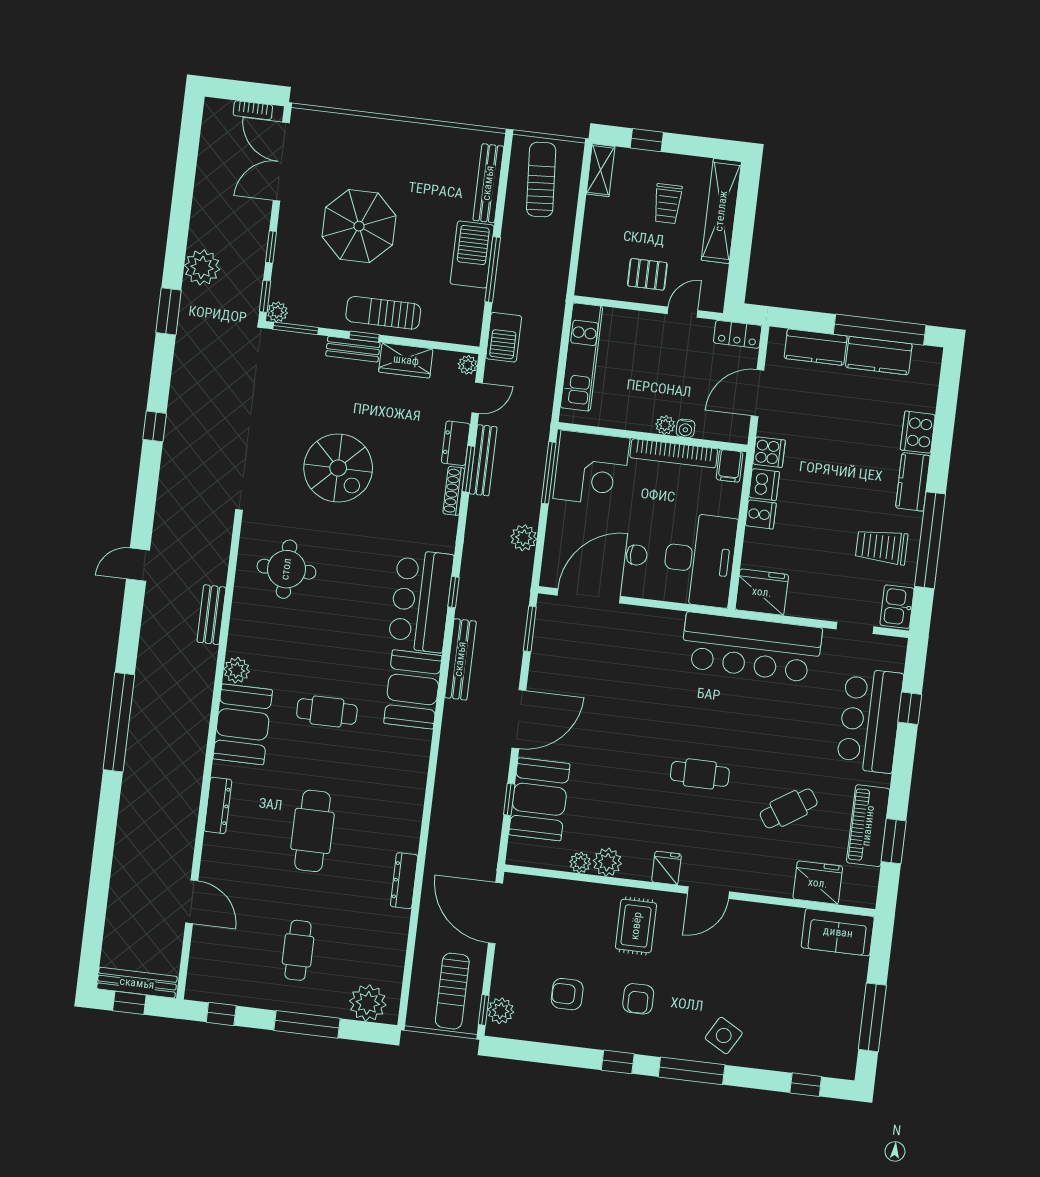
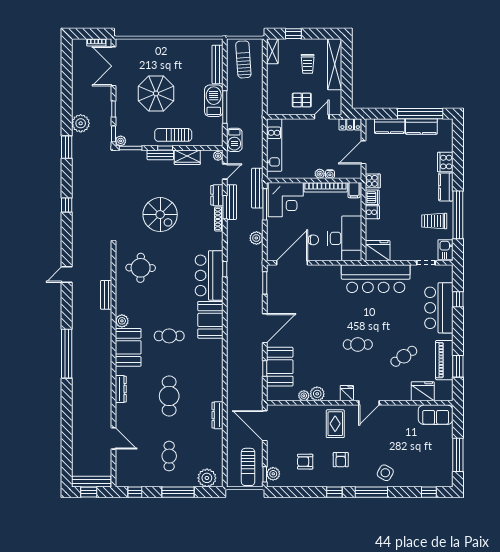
bench: (460, 659) -> (257, 188), moved

